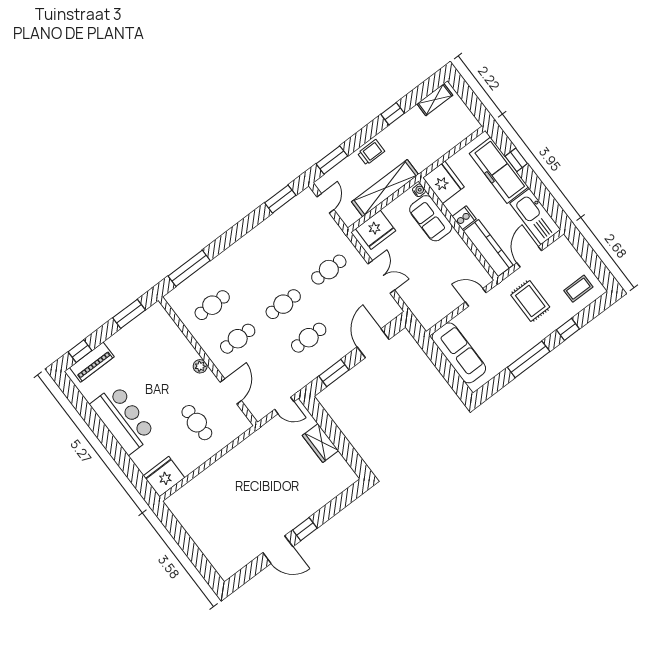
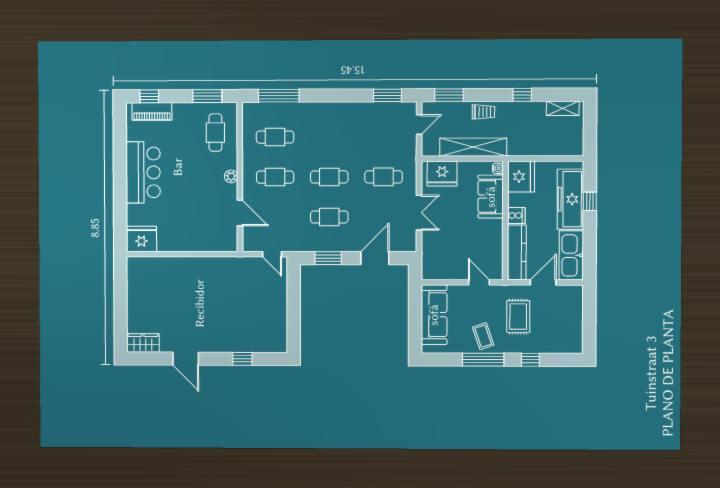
coffee table: (578, 289) -> (483, 336), moved, turned 71
door: (231, 391) -> (240, 213), hinge flipped
cafe table: (197, 423) -> (215, 133), moved
wardrobe: (320, 443) -> (143, 343), moved, turned 90
window: (305, 529) -> (242, 359), moved

